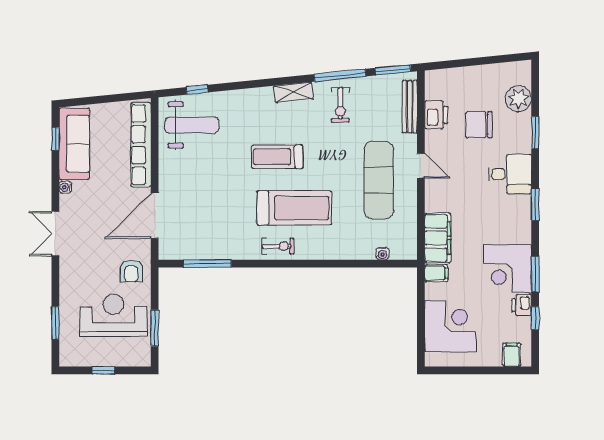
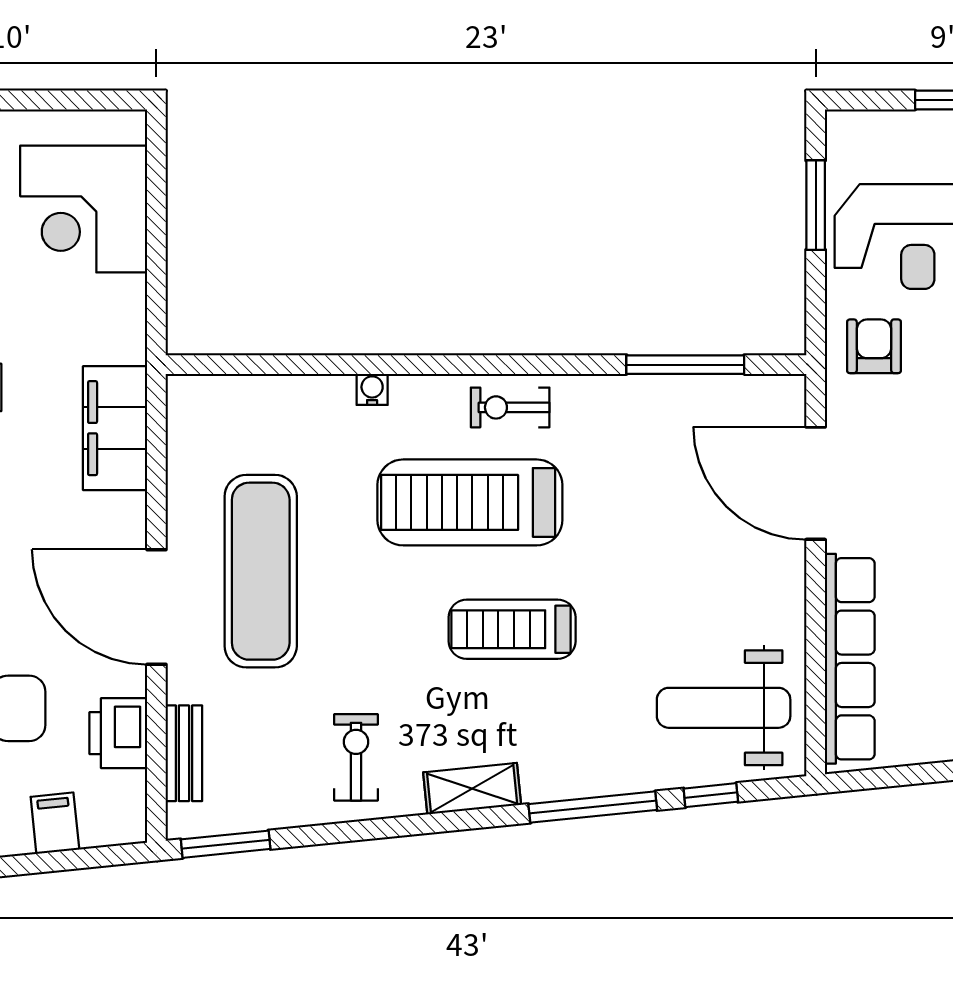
window: (340, 75) -> (593, 807), moved
bench: (410, 107) -> (184, 753), width x0.73
treadmill: (277, 157) -> (512, 629), turned 180
door: (421, 166) -> (156, 607), width x1.88
door: (155, 216) -> (816, 483), swing flipped
water cooler: (382, 254) -> (372, 389), moved
filing cabinet: (436, 273) -> (55, 823), moved, turned 84

